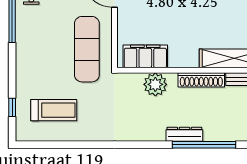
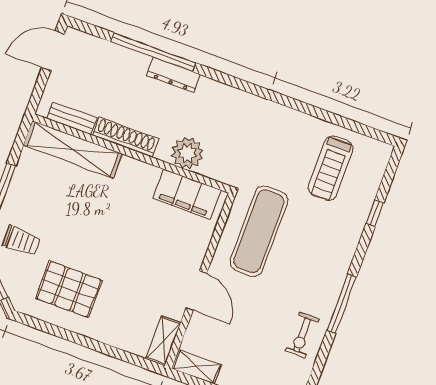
window: (12, 107) -> (375, 213), moved
treadmill: (54, 110) -> (331, 168), turned -90

